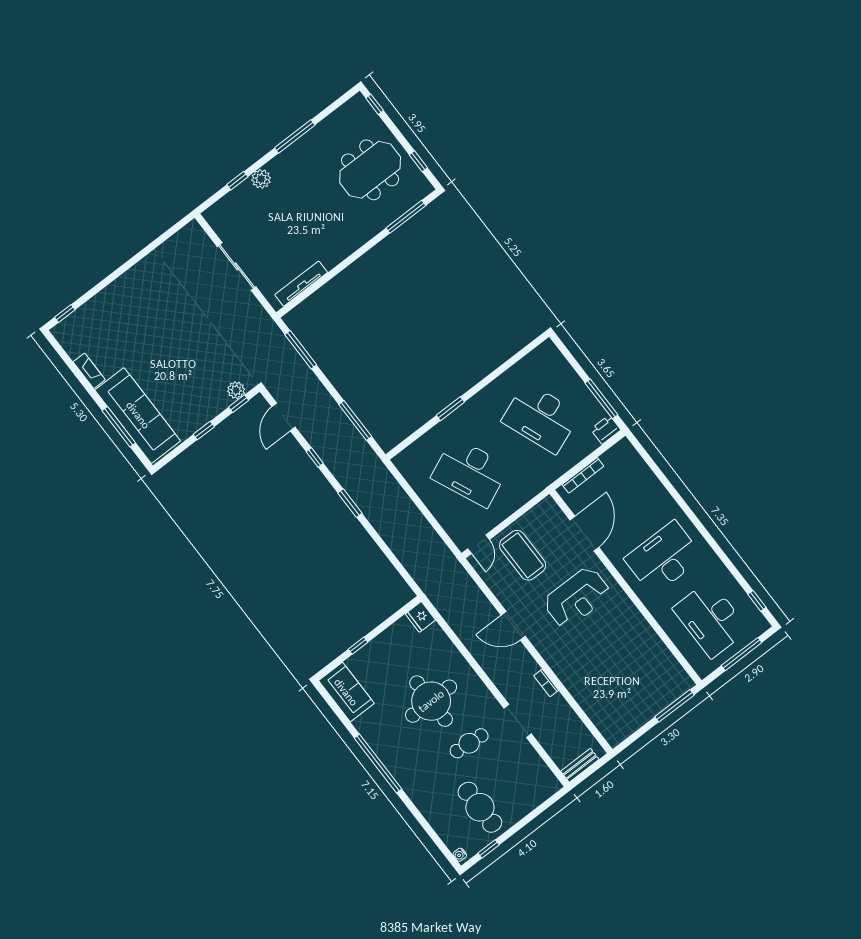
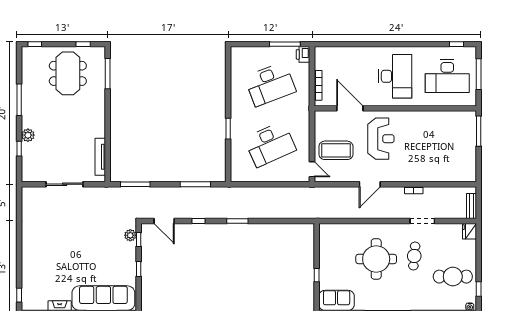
desk: (664, 558) -> (395, 76), turned 180
fridge: (420, 617) -> (469, 231), moved, turned 90

